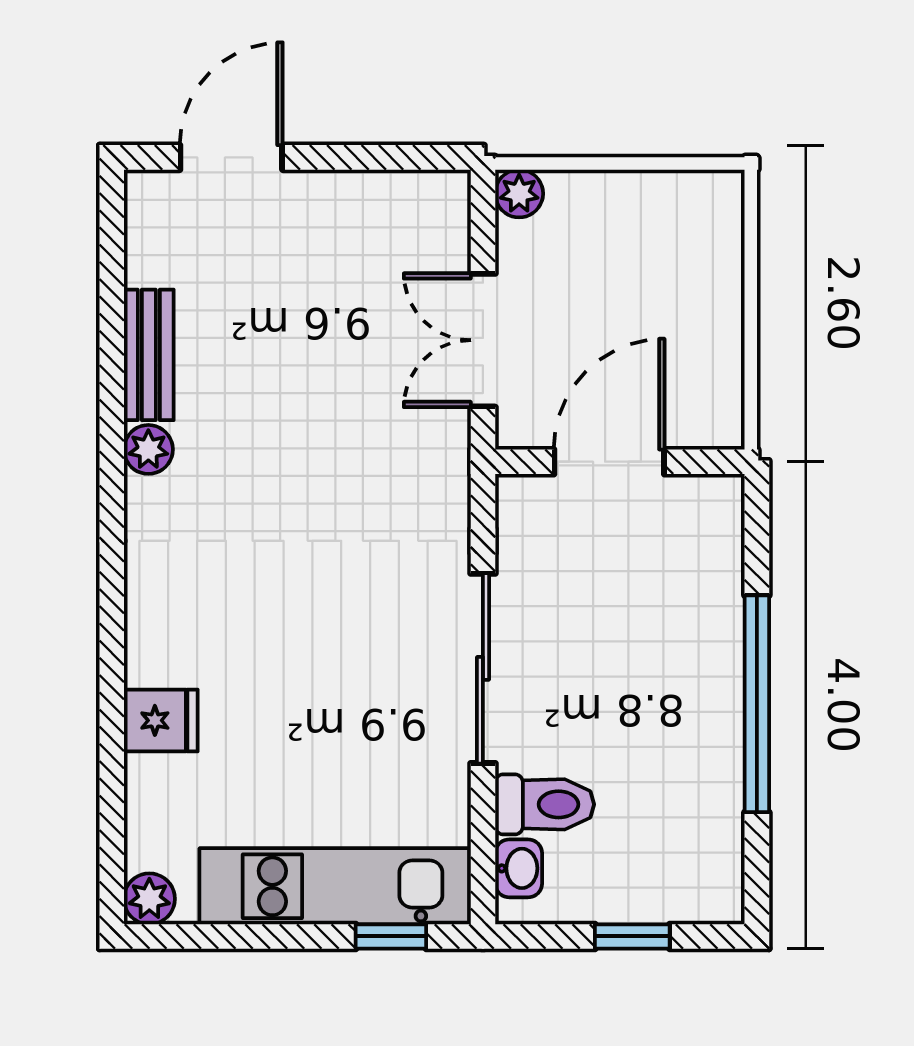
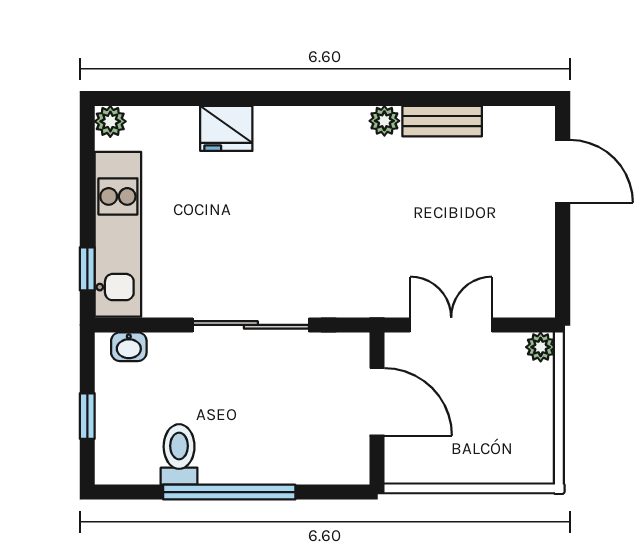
fridge: (161, 720) -> (226, 128), width x1.38
toilet: (545, 804) -> (179, 454), moved, turned 180

